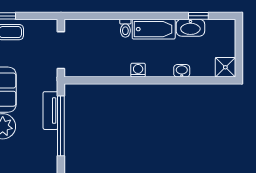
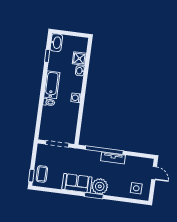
washbasin: (190, 28) -> (56, 43), moved
shower: (225, 67) -> (79, 59), moved
tv unit: (50, 111) -> (113, 158), moved

